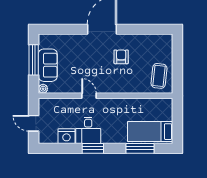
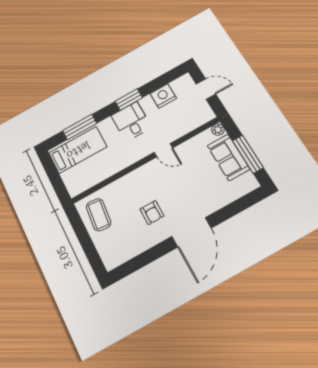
desk: (88, 130) -> (131, 121), moved

